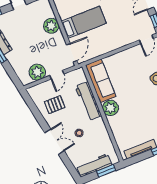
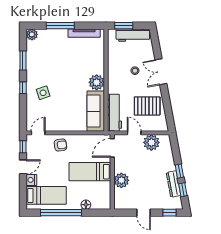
armchair: (121, 36) -> (60, 145), added
door: (57, 75) -> (134, 133), hinge flipped
workbench: (88, 101) -> (114, 113), moved
pallet: (55, 105) -> (147, 106), width x1.50, depth x1.42

